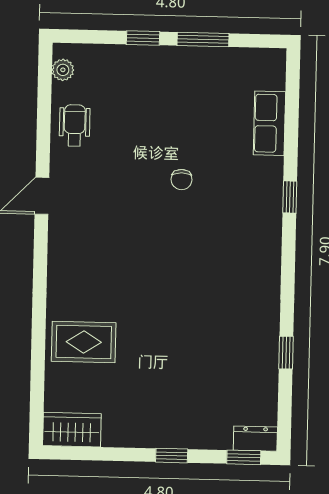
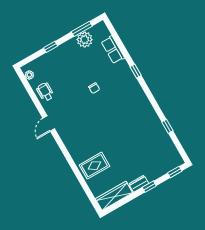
window: (203, 39) -> (82, 29), moved
plant: (223, 66) -> (85, 40), added
wardrobe: (72, 430) -> (114, 196), width x1.50
dresser: (255, 439) -> (139, 184), moved

